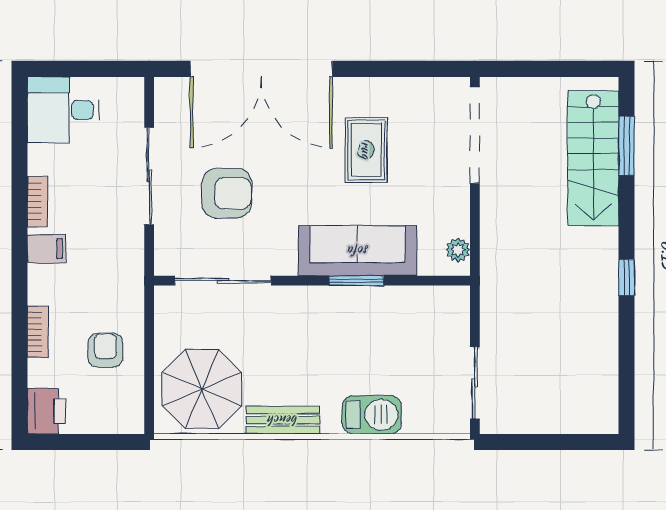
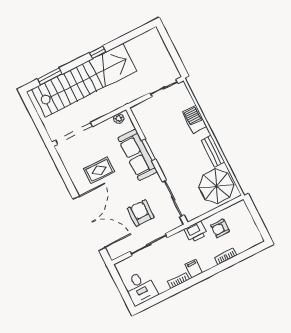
stairs: (593, 158) -> (84, 80), width x1.86, depth x1.51
printer: (46, 411) -> (196, 231), moved, turned 180

